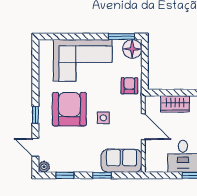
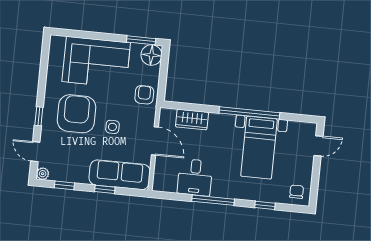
sofa: (122, 161) -> (120, 175), width x1.36

